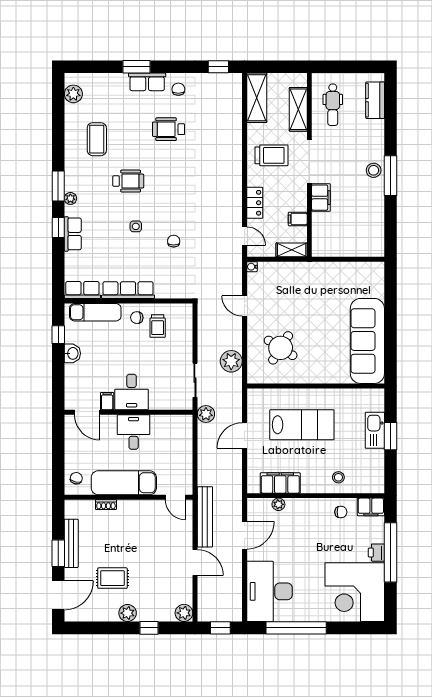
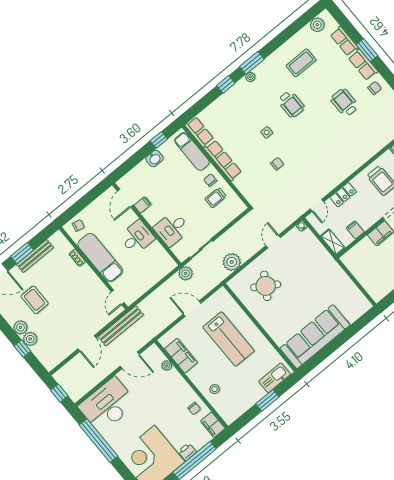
row of seats: (73, 234) -> (344, 41), moved, turned 90
desk: (132, 392) -> (172, 229), moved
kitchen sink: (375, 430) -> (275, 378), moved
plant: (184, 613) -> (30, 339), moved

